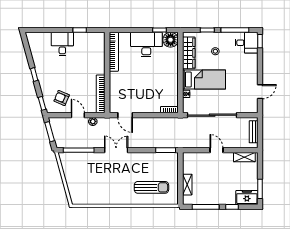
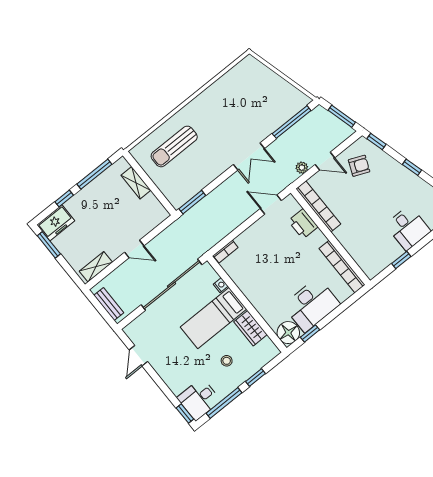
wardrobe: (189, 53) -> (251, 328), width x0.67
printer: (116, 91) -> (303, 224), added

